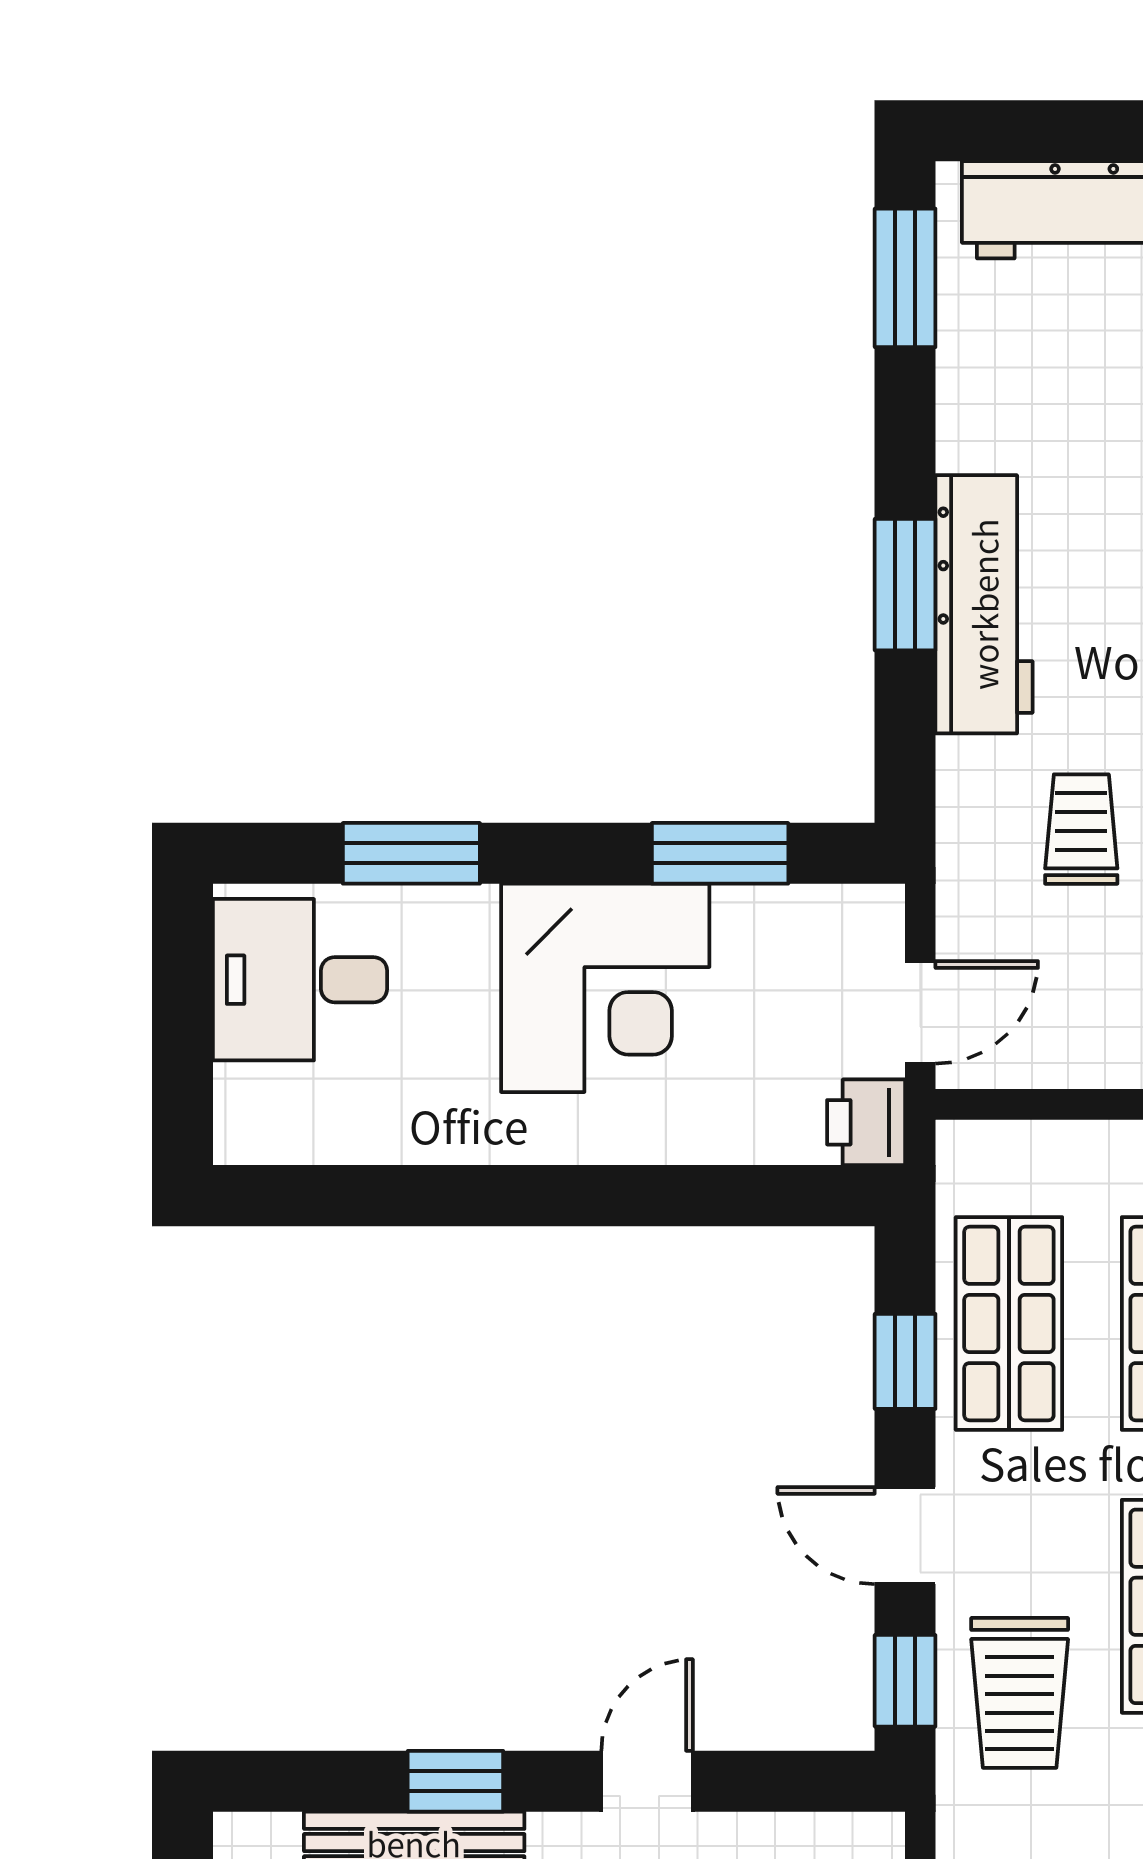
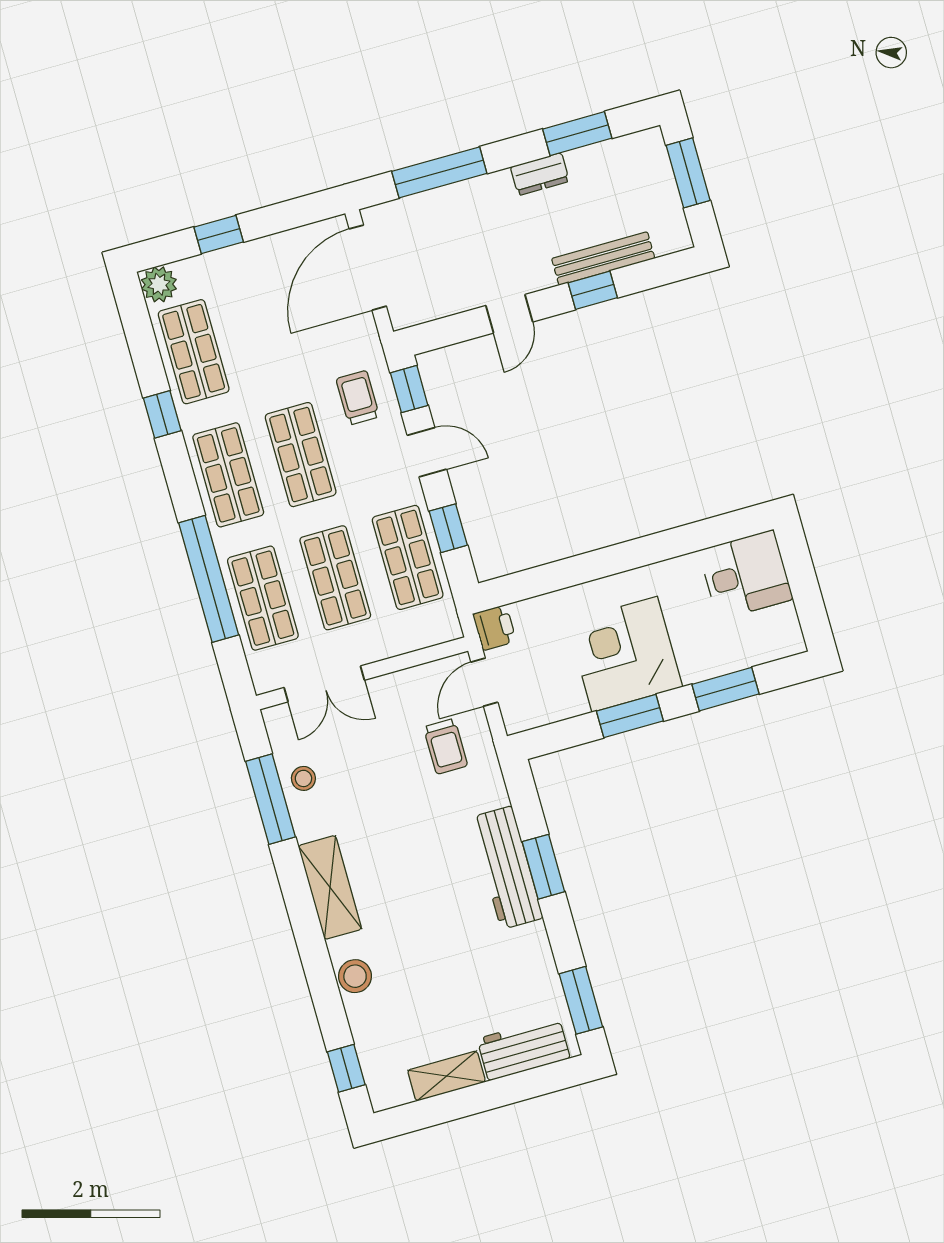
trolley: (1081, 829) -> (446, 746), moved
window: (720, 853) -> (630, 716), moved
desk: (300, 980) -> (746, 575), moved
trolley: (1020, 1693) -> (358, 398), width x0.73, depth x0.72

